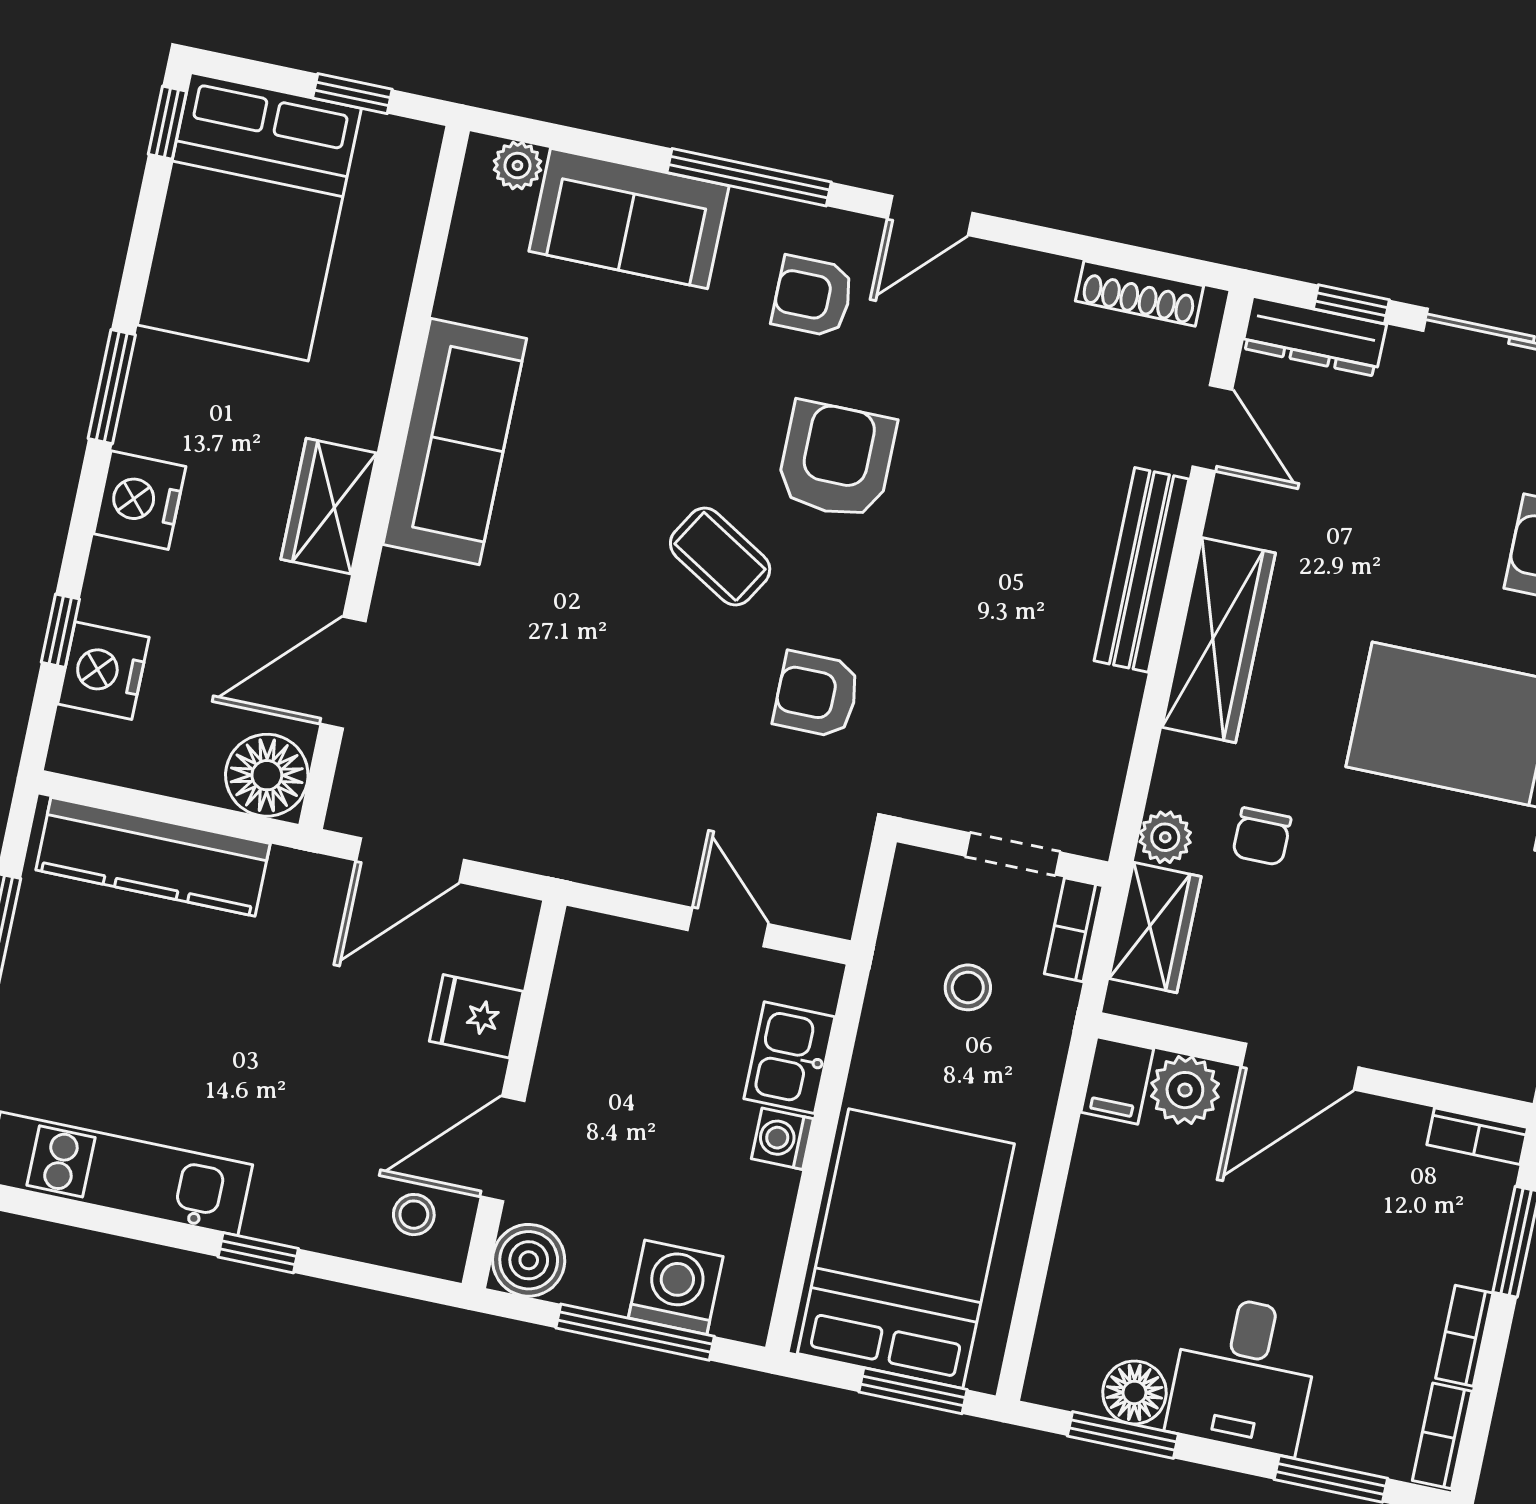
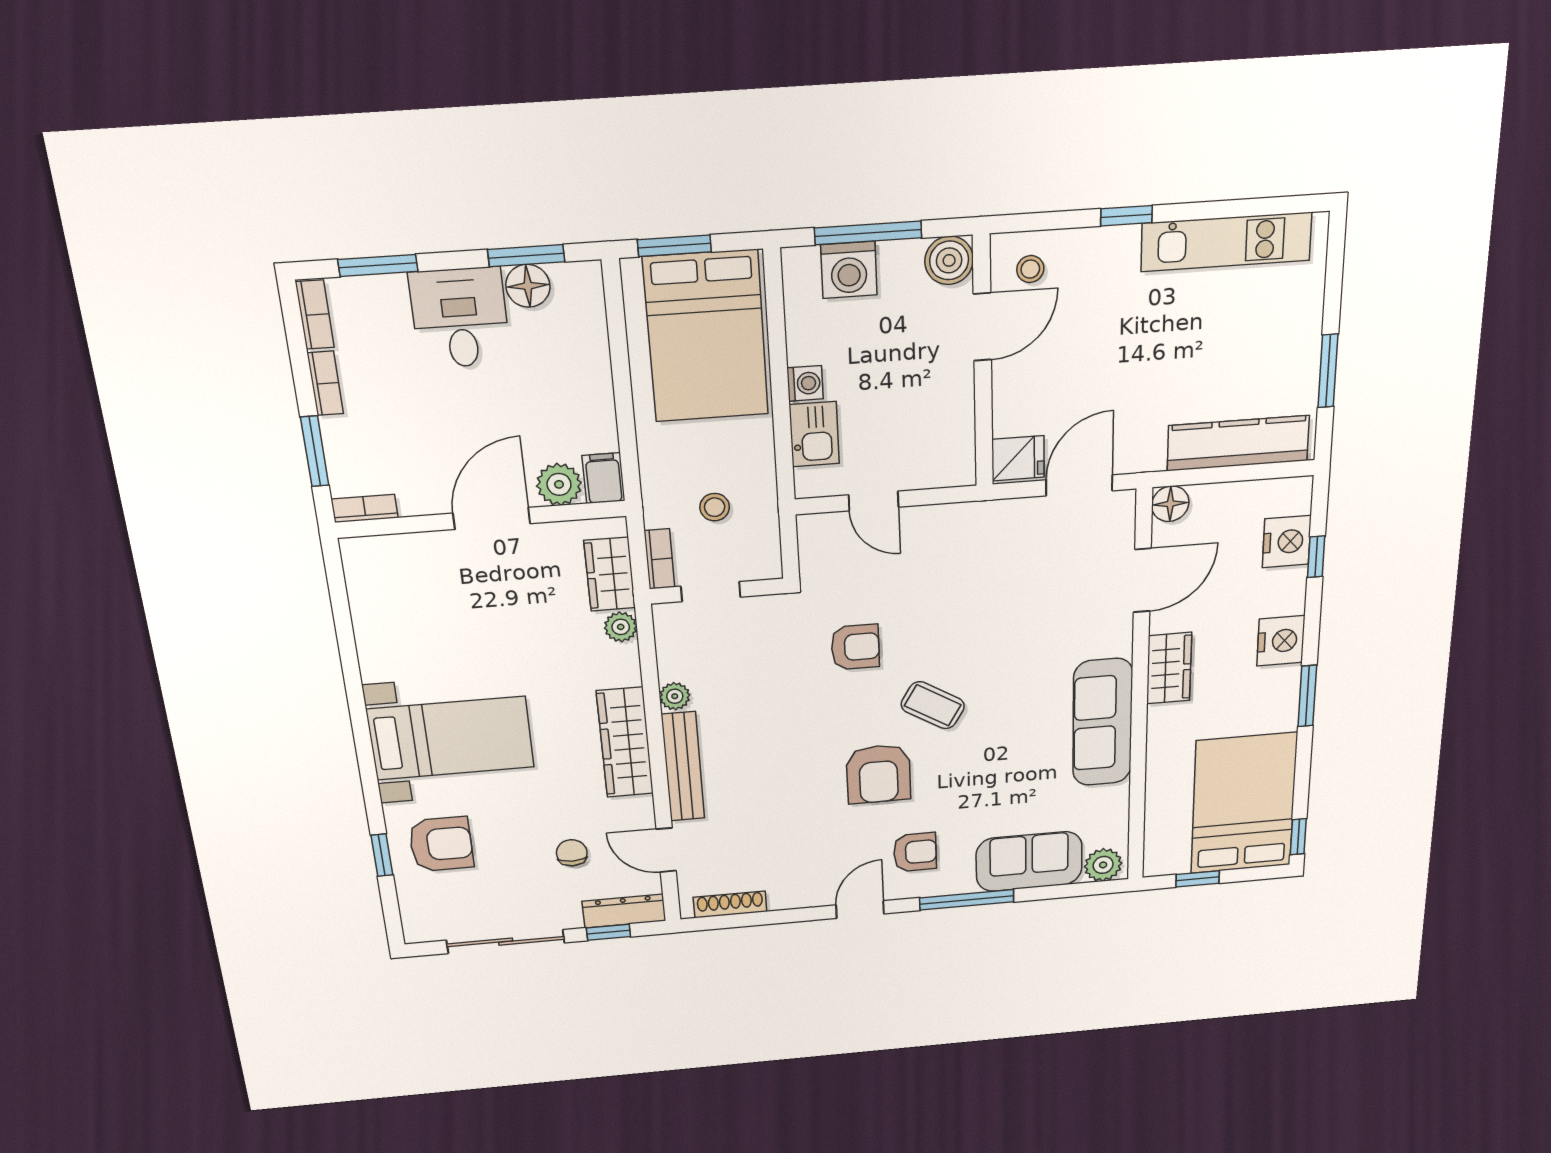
plant: (517, 165) -> (1103, 865), width x1.38, depth x1.38
plant: (1118, 696) -> (675, 696), added
floor lamp: (267, 775) -> (1170, 504), width x0.73, depth x0.73
chair: (1262, 837) -> (572, 853), moved
fridge: (476, 1016) -> (1018, 458), moved

